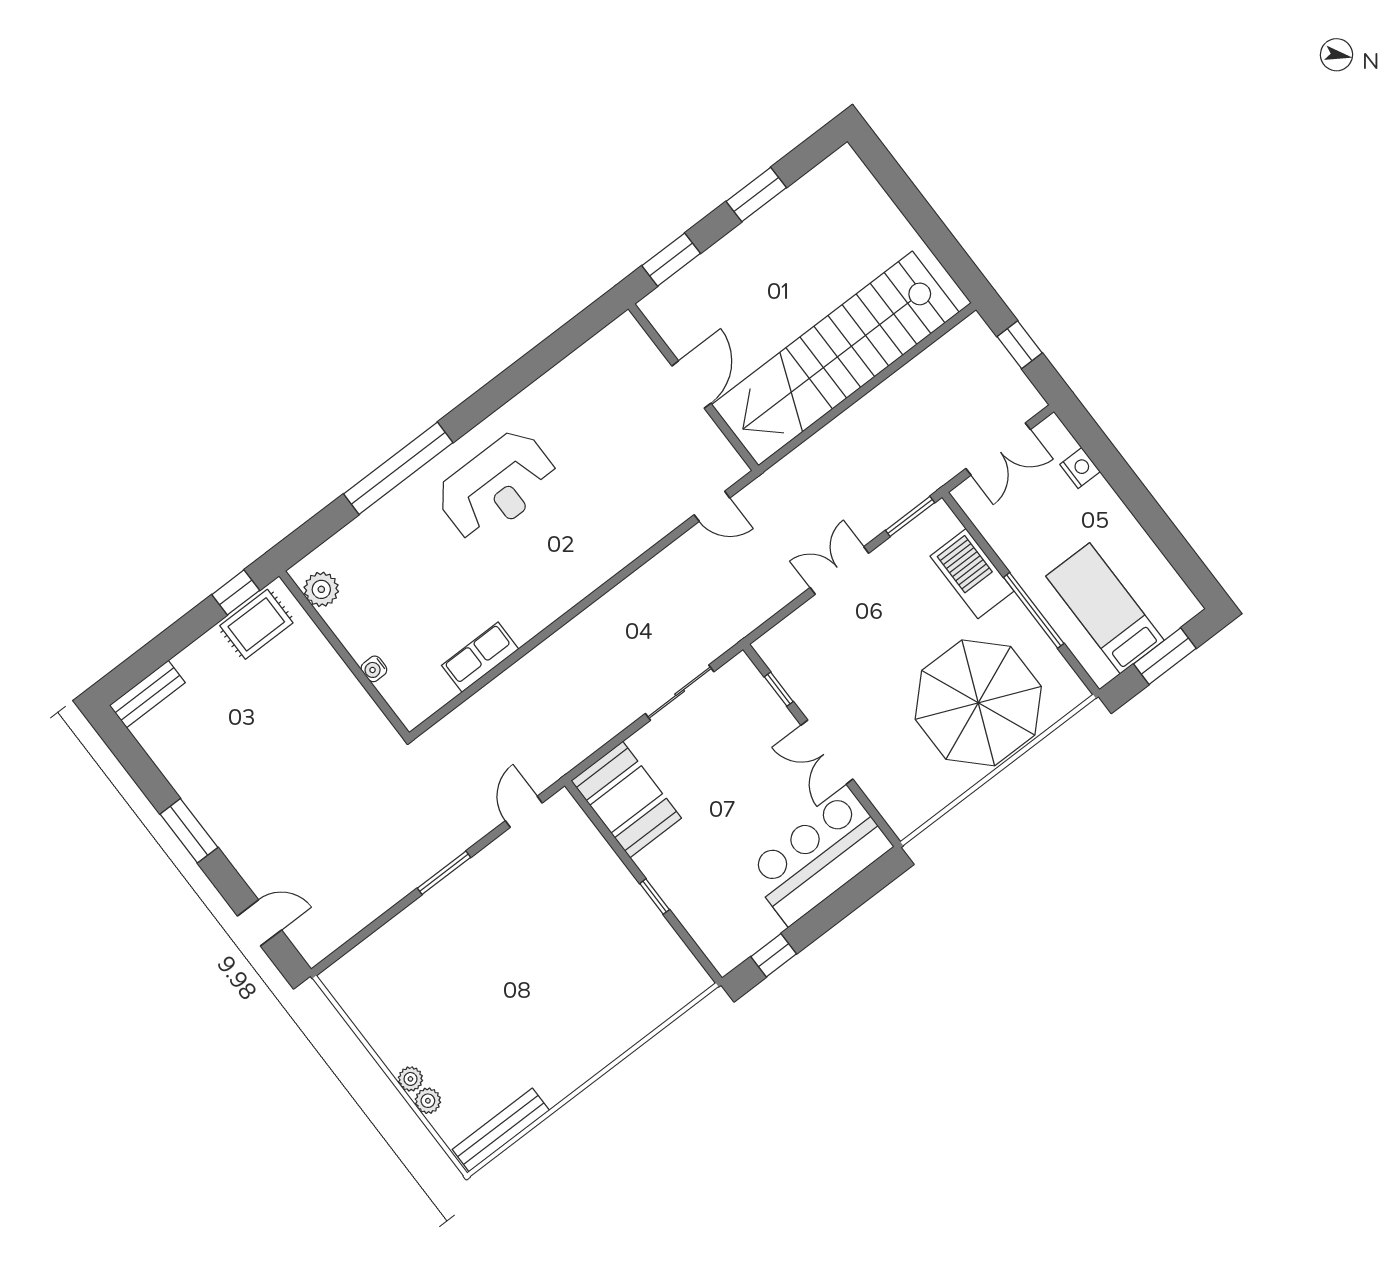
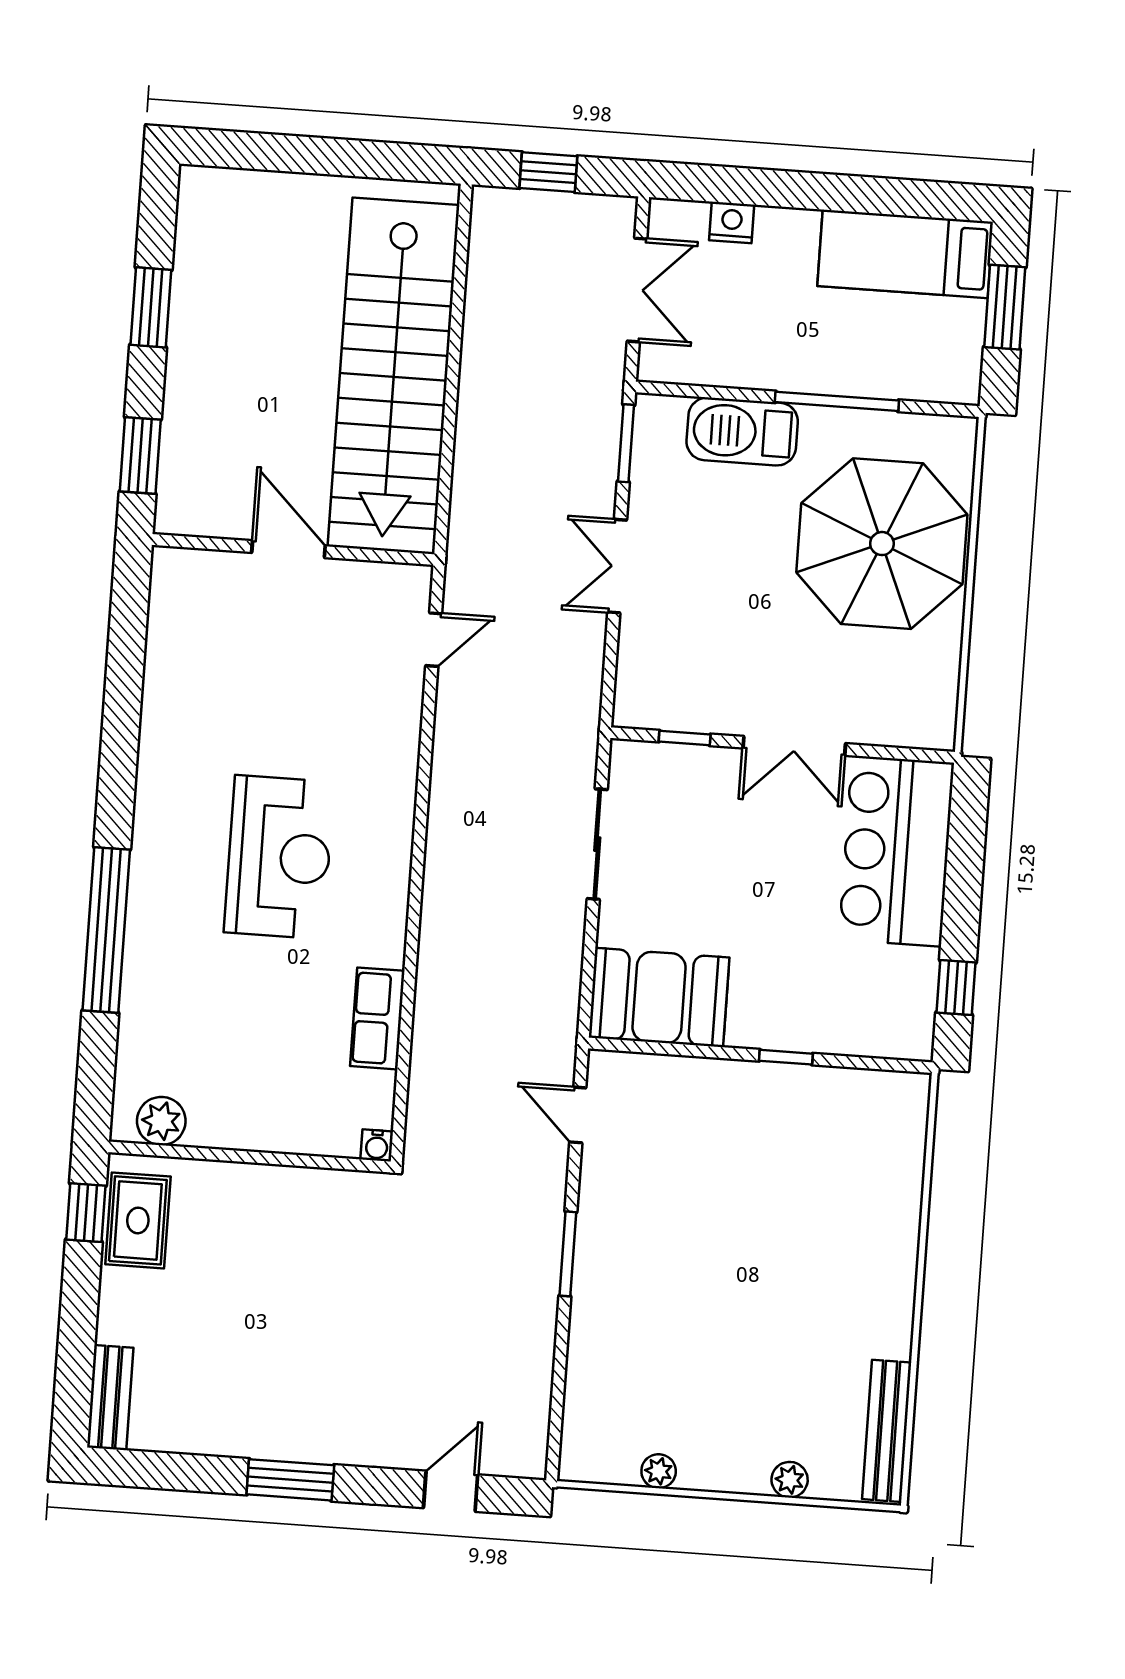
reception desk: (497, 486) -> (279, 857), moved
bed: (1105, 608) -> (905, 254), moved
water cooler: (374, 669) -> (377, 1145), moved
plant: (410, 1079) -> (659, 1471), moved

